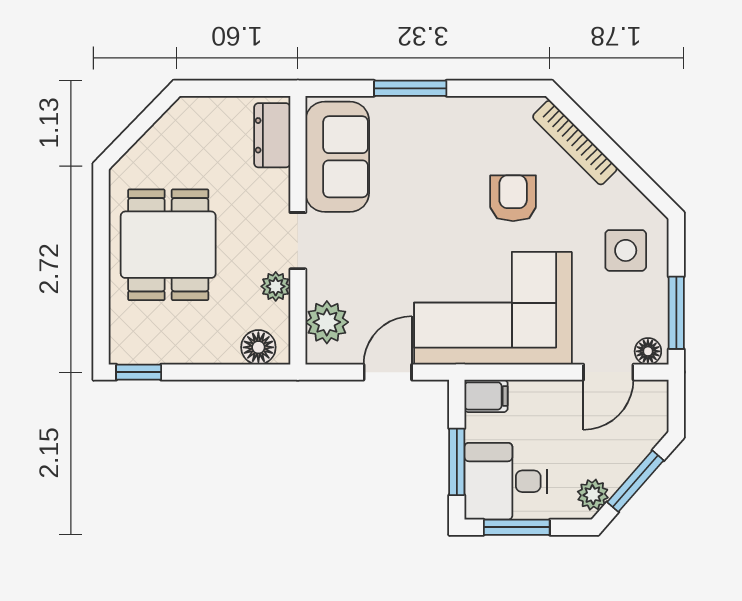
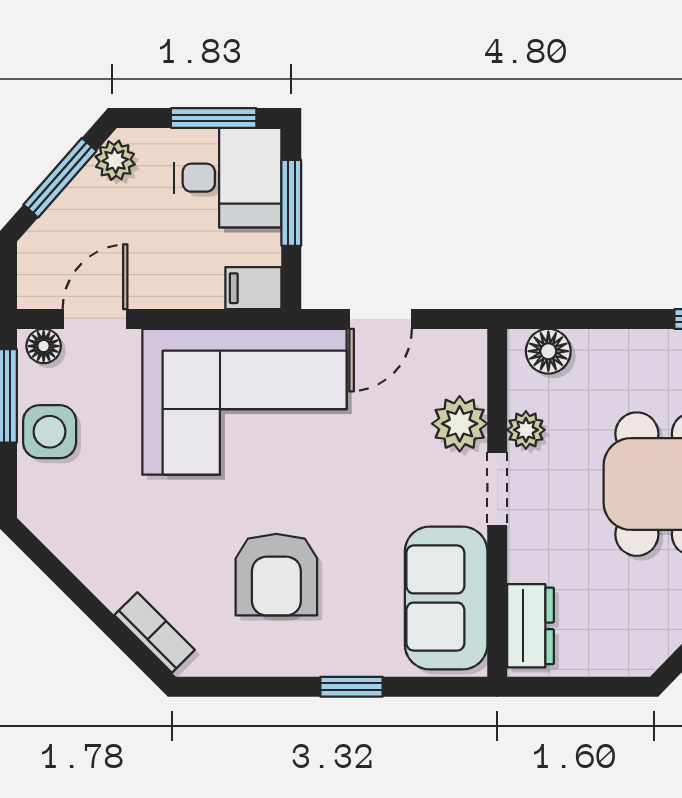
window: (410, 88) -> (352, 687), width x0.67
bookcase: (575, 143) -> (155, 633), width x0.64
armchair: (513, 198) -> (276, 575), moved, width x1.38, depth x1.38
side table: (626, 250) -> (50, 432), moved
plant: (327, 322) -> (460, 424), moved

